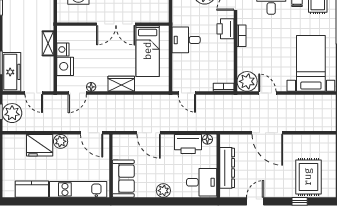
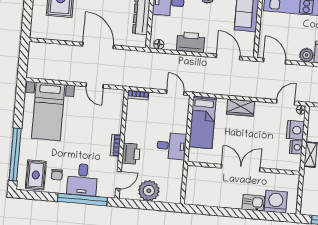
bed: (148, 51) -> (203, 122), moved, turned 180
plant: (247, 81) -> (114, 99), removed
floor lamp: (91, 87) -> (301, 110), moved
door: (149, 133) -> (228, 57), moved
printer: (188, 144) -> (191, 42), moved

